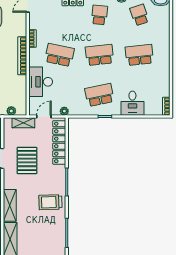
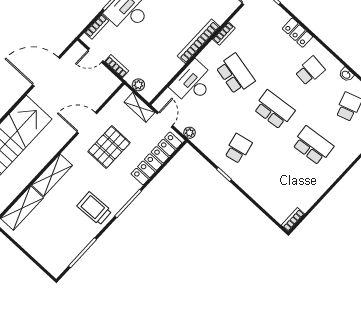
school desk: (99, 95) -> (238, 148), width x0.54
desk: (132, 103) -> (263, 186), removed
door: (44, 117) -> (165, 120), hinge flipped

